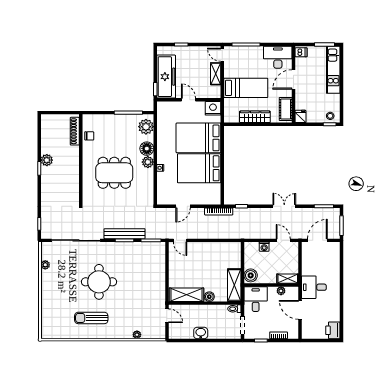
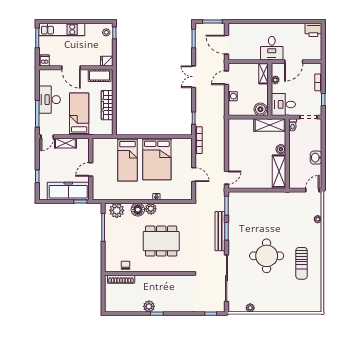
desk: (278, 57) -> (50, 100), moved
nightstand: (213, 108) -> (99, 146), removed
bed: (198, 138) -> (127, 160), width x0.67
dining table: (114, 173) -> (161, 241), turned 90
door: (167, 316) -> (312, 190), moved

